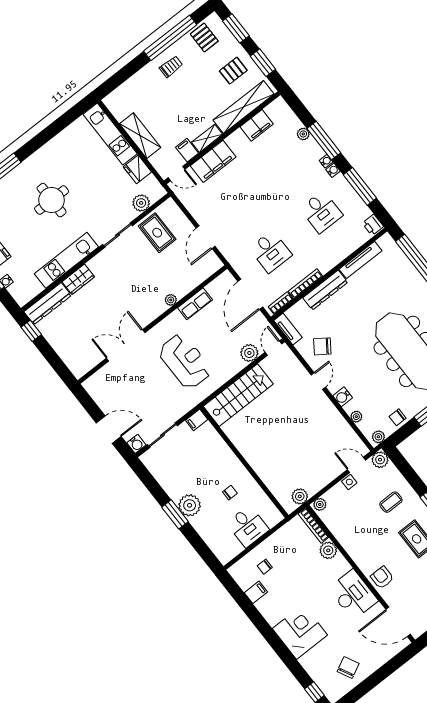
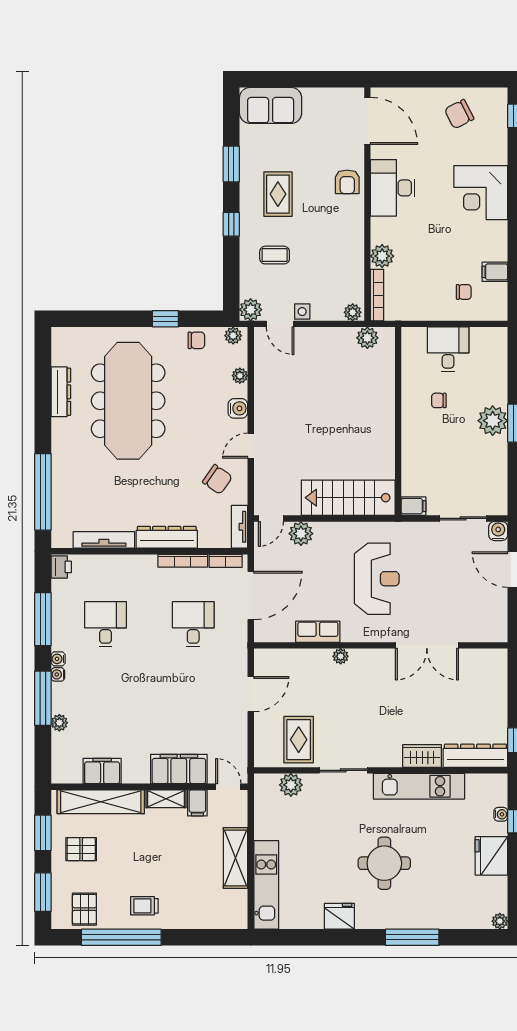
fridge: (137, 169) -> (339, 916), moved, turned -90
reception desk: (185, 361) -> (377, 579), turned 180

